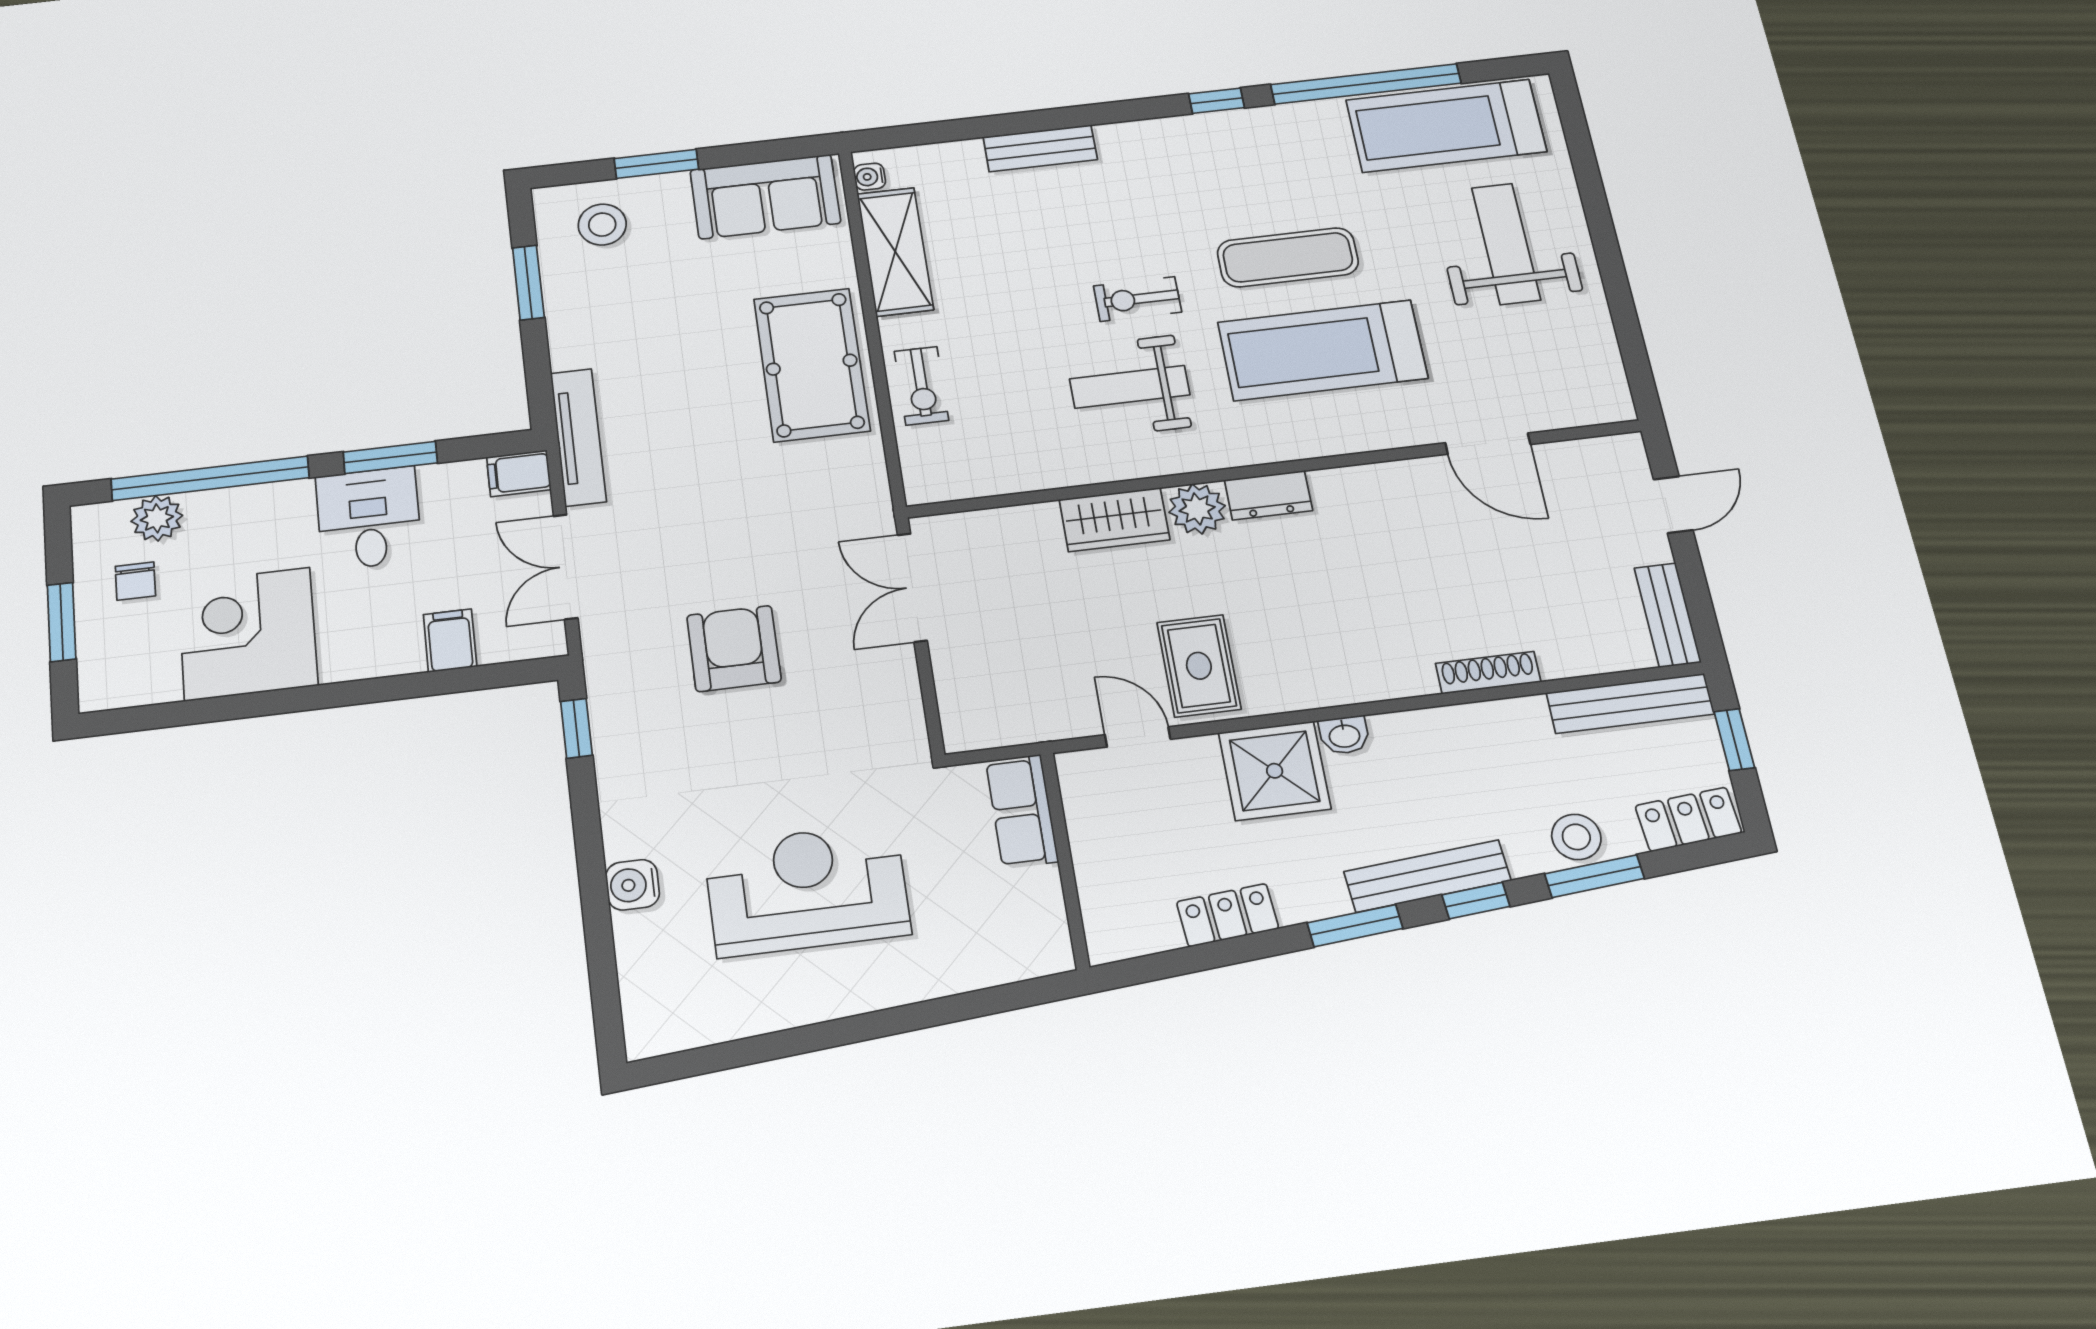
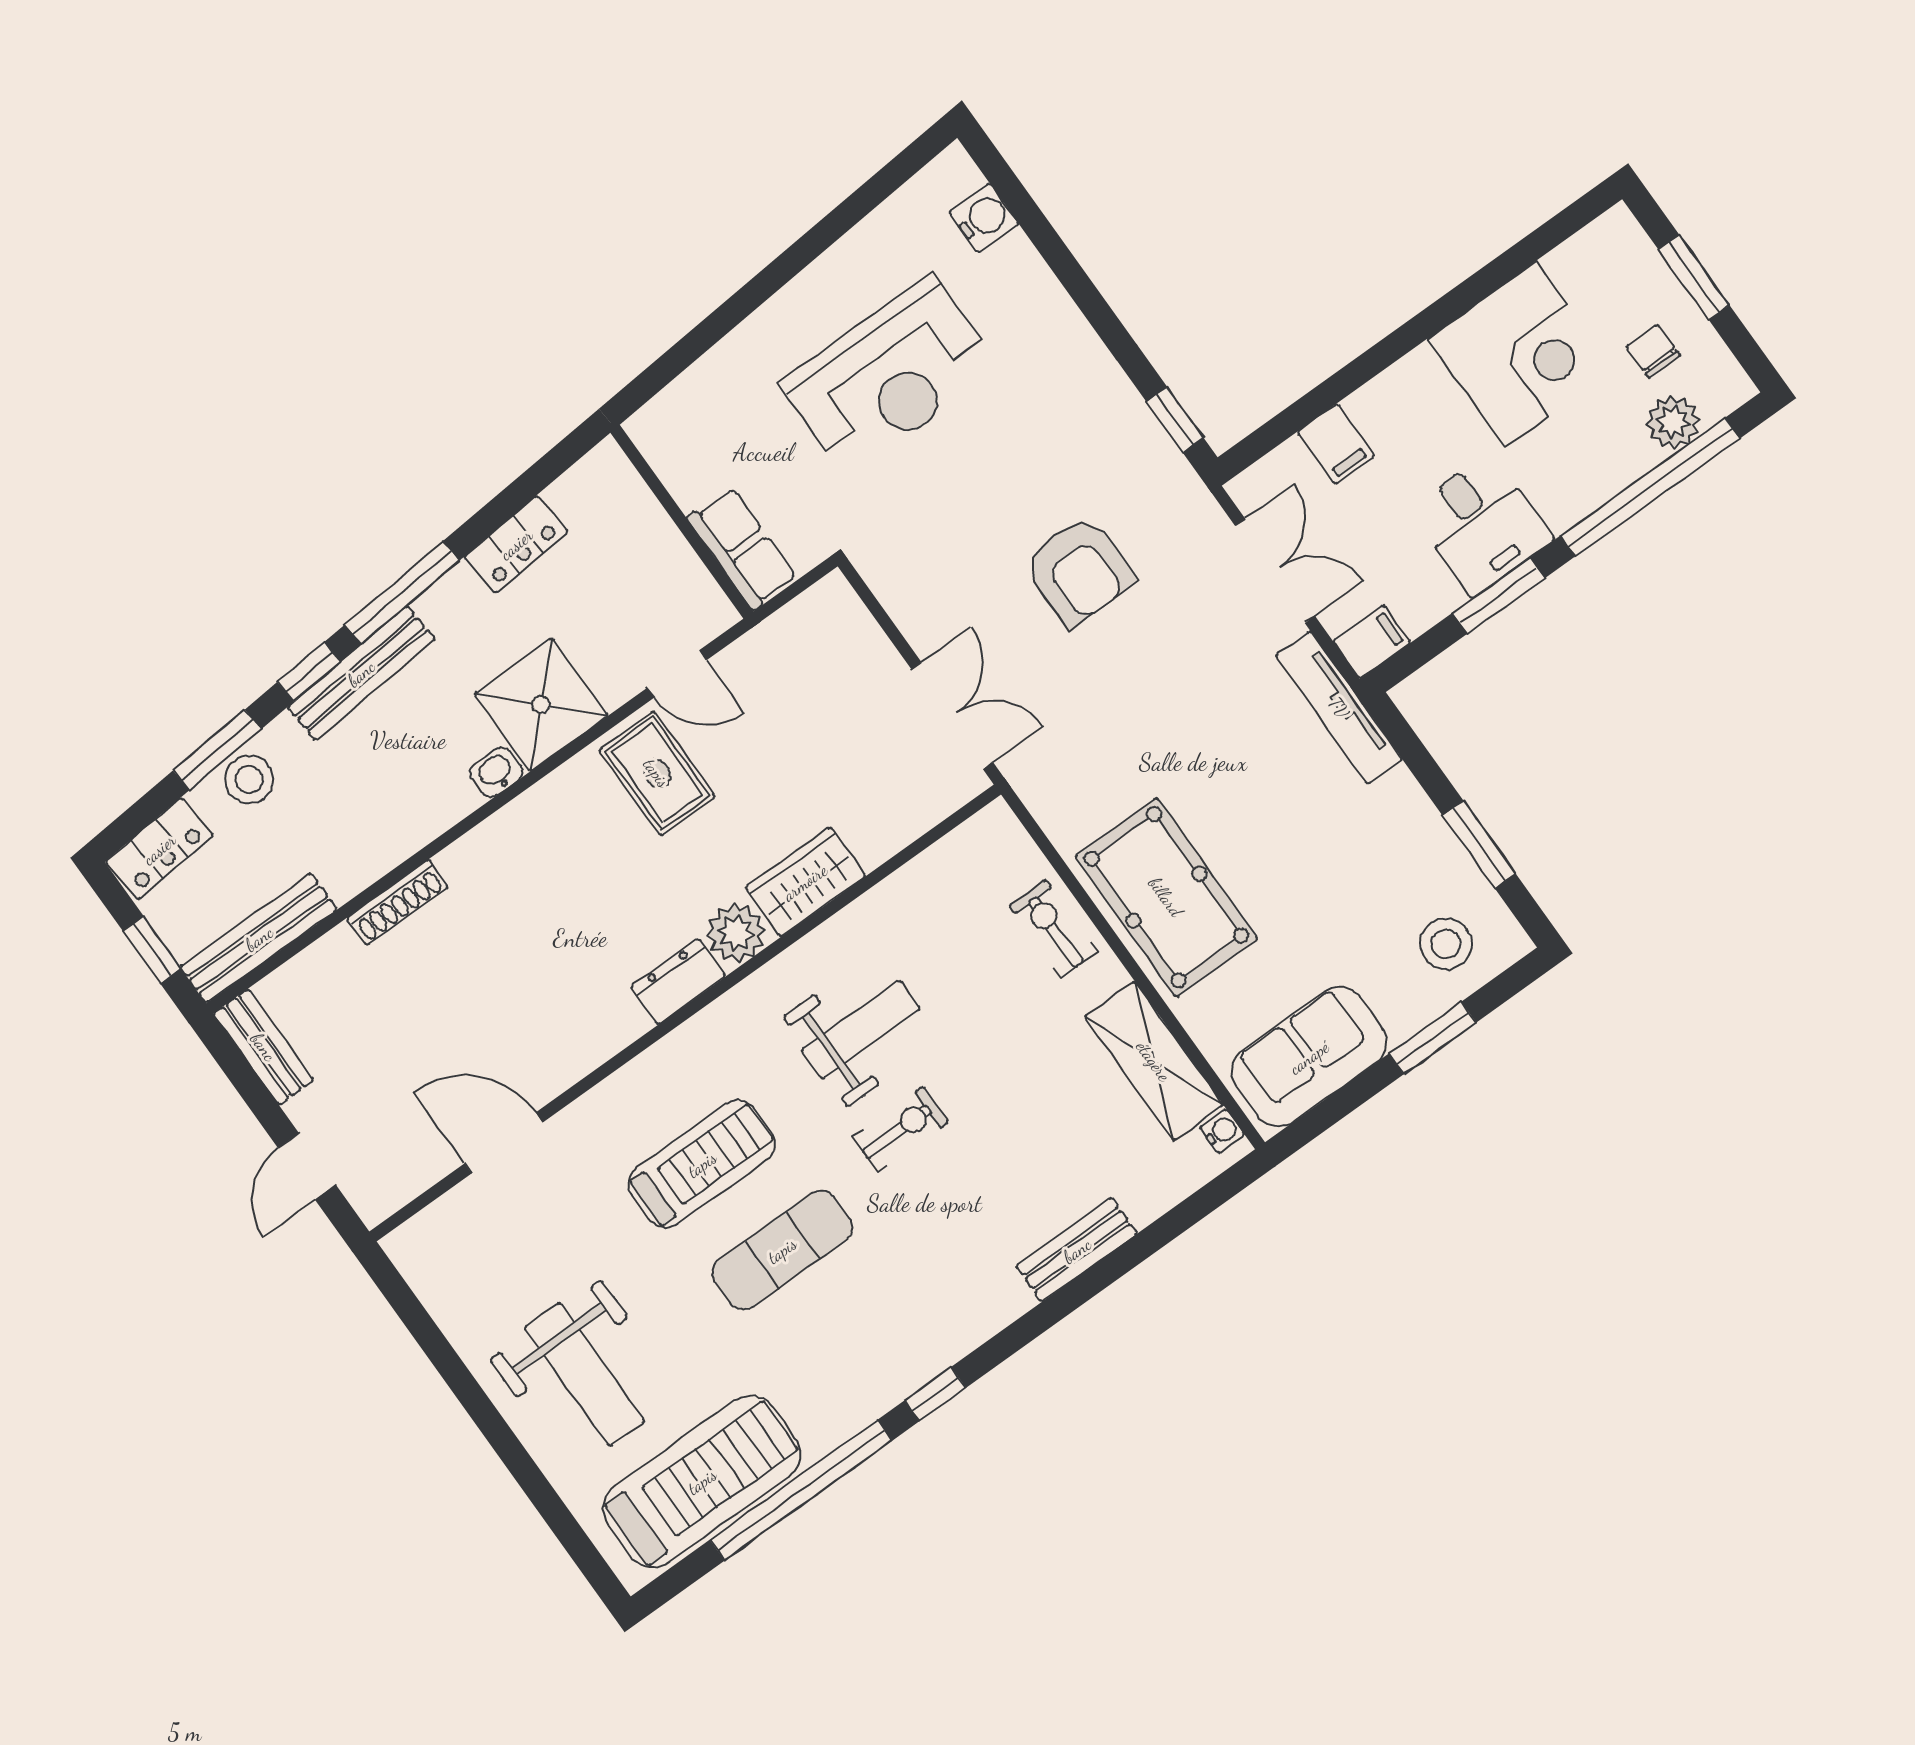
treadmill: (1323, 350) -> (702, 1164), width x0.73, depth x0.73
water cooler: (632, 885) -> (984, 218), moved
window: (1355, 926) -> (402, 593), width x1.44

